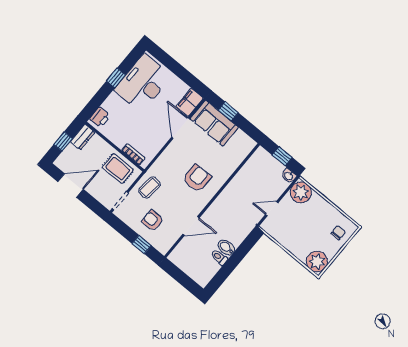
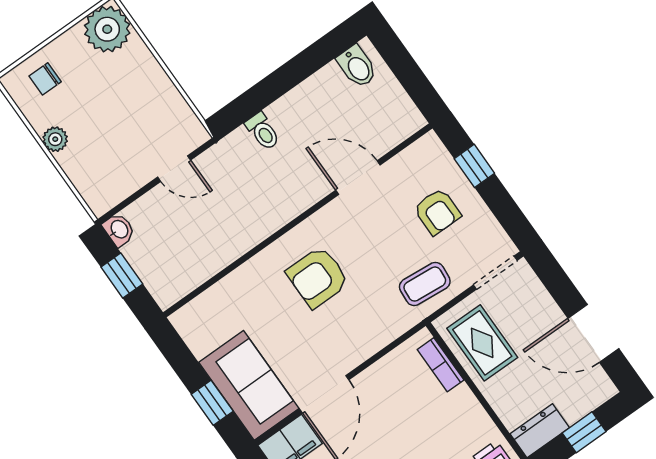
plant: (301, 192) -> (55, 139), moved, width x0.53, depth x0.53
bidet: (226, 247) -> (357, 67), moved
toilet: (219, 257) -> (263, 131), moved

